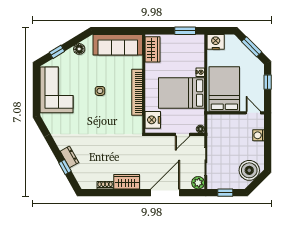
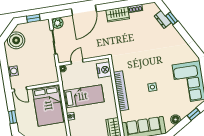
bed: (182, 93) -> (83, 96), width x0.67
dresser: (69, 157) -> (163, 19), moved

